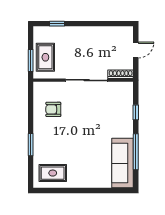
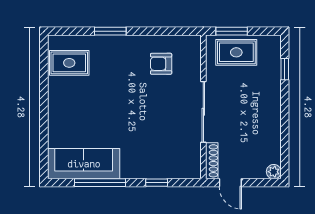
plant: (128, 31) -> (274, 172), added
door: (136, 50) -> (230, 183), moved
armchair: (53, 109) -> (161, 64), turned -90
rug: (53, 173) -> (69, 63), turned 90

